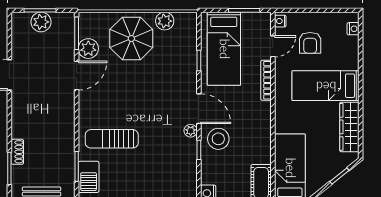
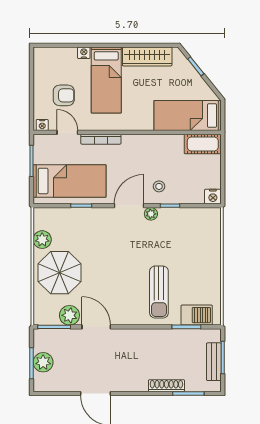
nightstand: (353, 29) -> (84, 53), moved
stool: (218, 139) -> (159, 186), width x0.53, depth x0.53
shoe rack: (17, 152) -> (166, 386), width x1.43

